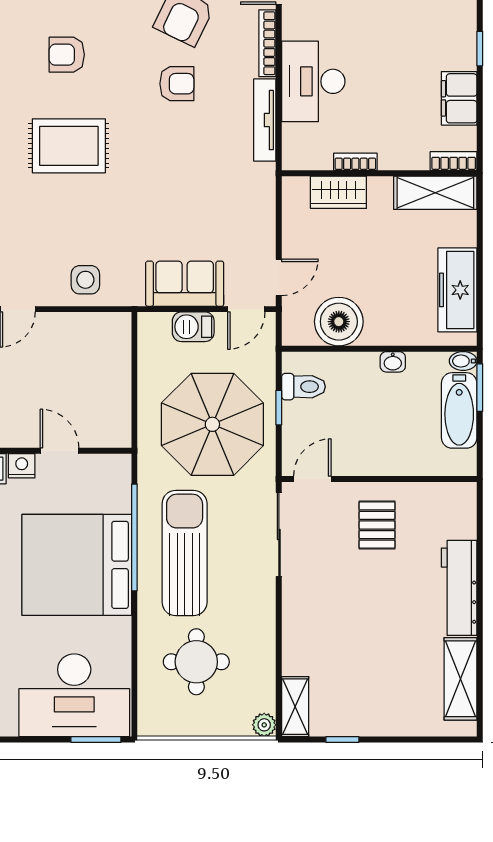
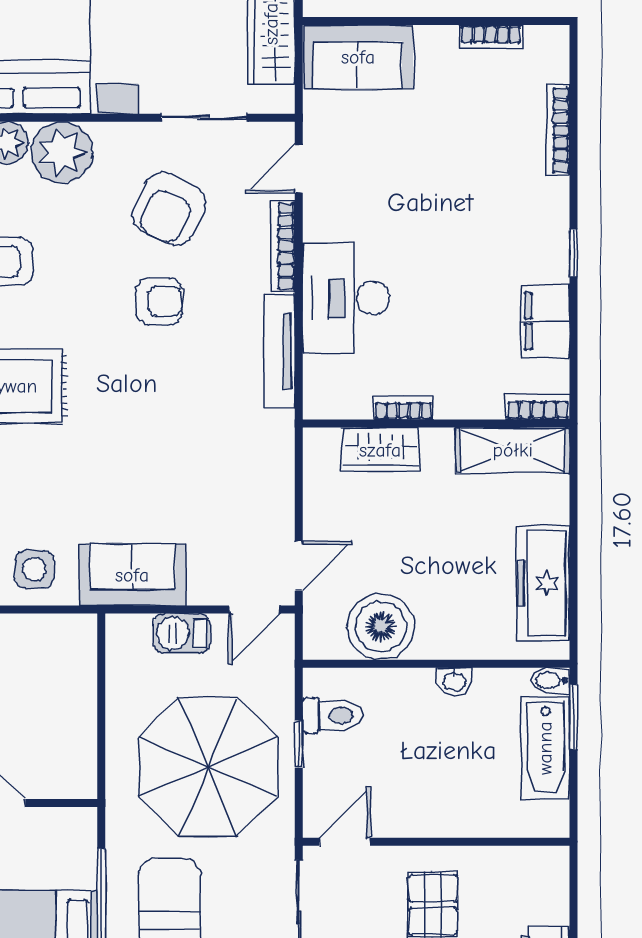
sofa: (185, 284) -> (132, 575), moved

